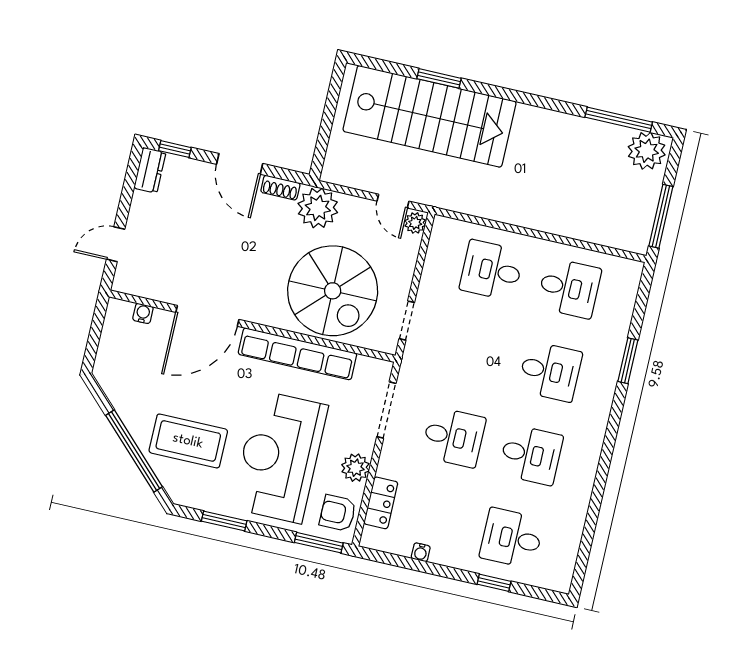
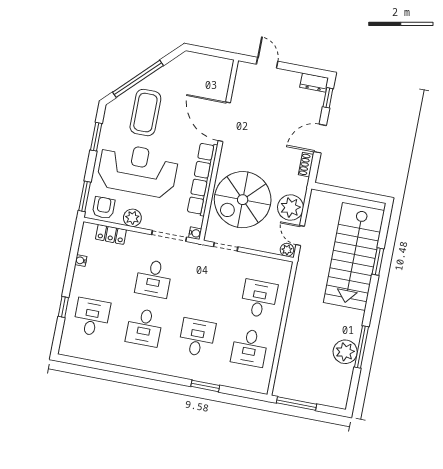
window: (619, 120) -> (361, 347), moved
plant: (647, 151) -> (345, 352), moved
door: (393, 201) -> (300, 235), hinge flipped
plant: (318, 208) -> (291, 208), moved
water cooler: (143, 313) -> (195, 233), moved
desk: (550, 371) -> (197, 337), turned 180

